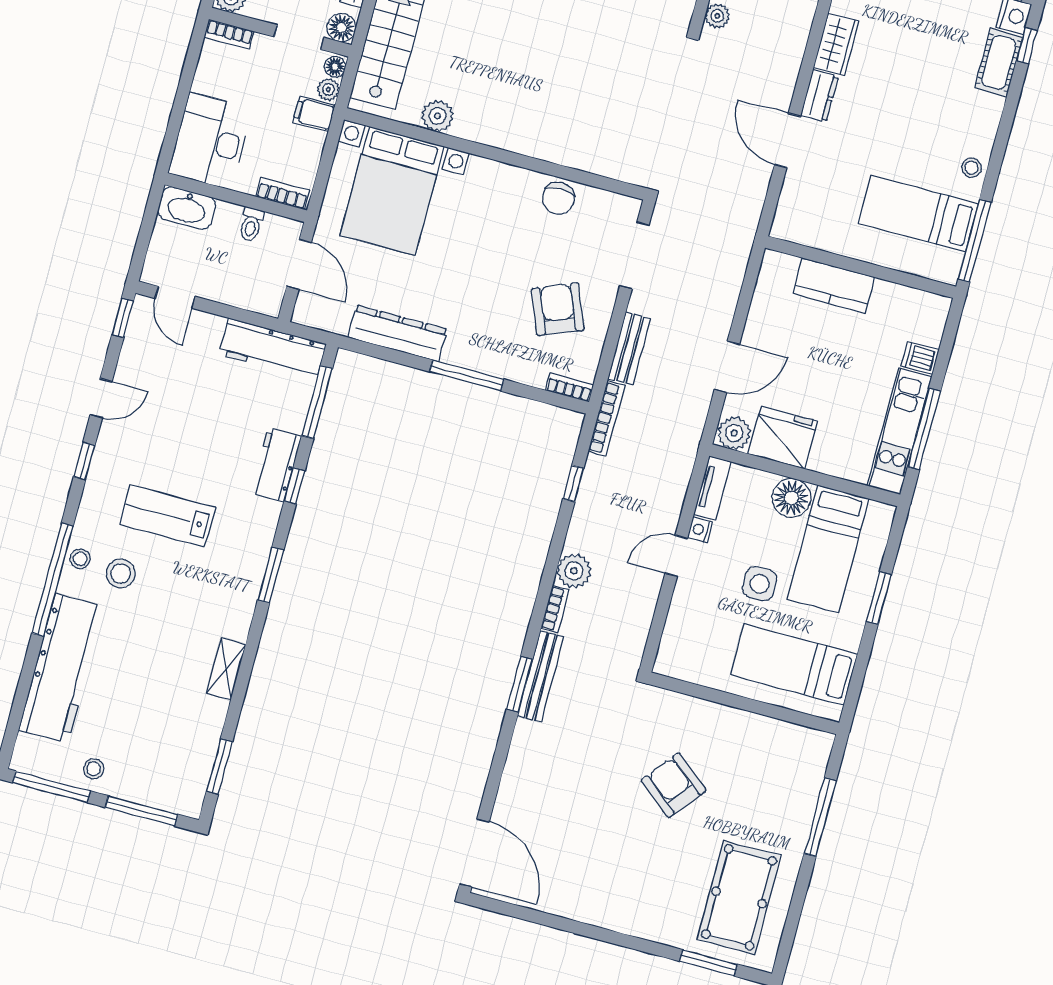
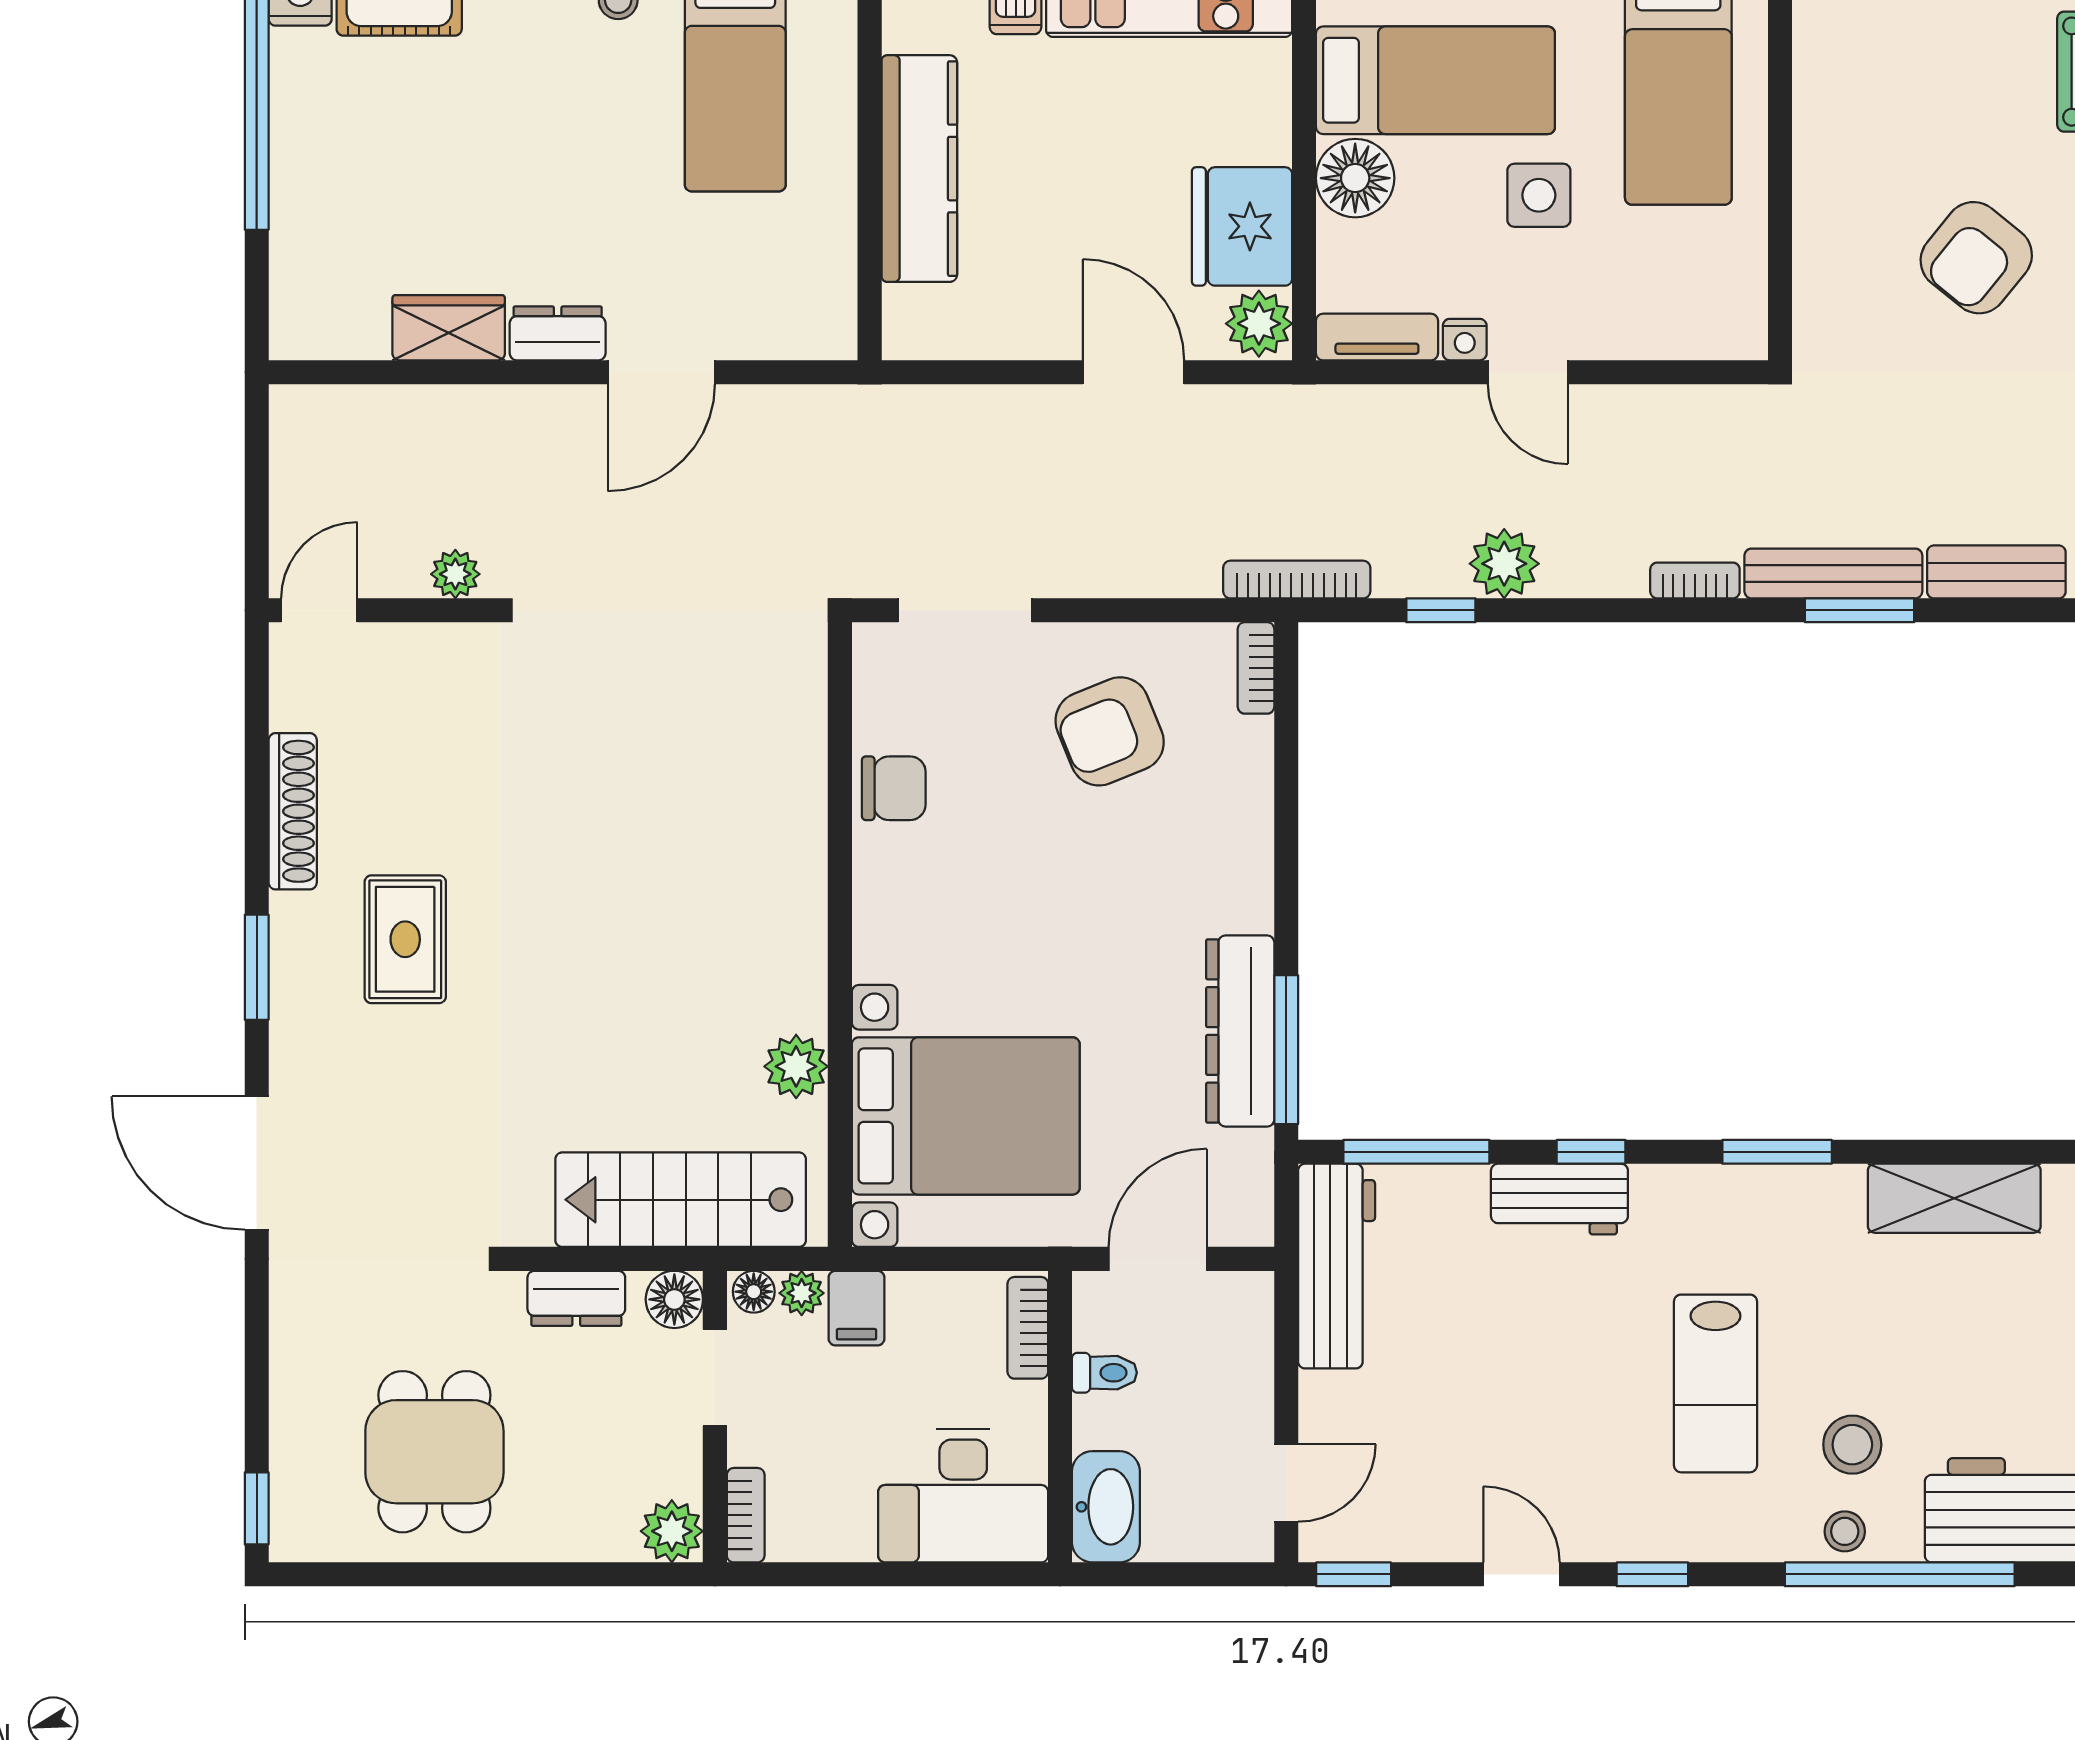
kitchen counter: (834, 285) -> (919, 169), width x1.50
bench: (629, 349) -> (1996, 572), moved
window: (467, 376) -> (1286, 1050), moved
plant: (574, 571) -> (1504, 564), moved
shelving: (226, 669) -> (1954, 1198), width x1.50, depth x1.33

